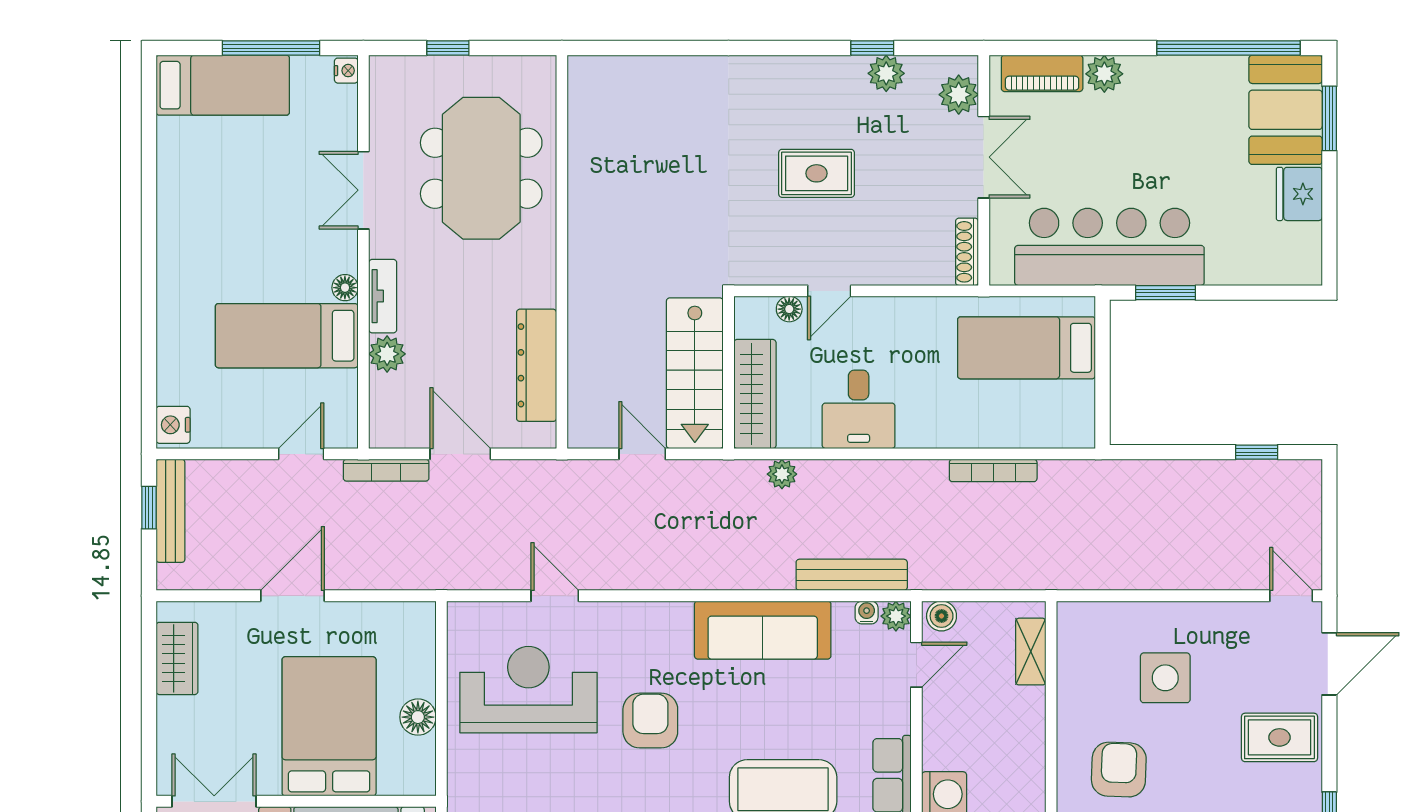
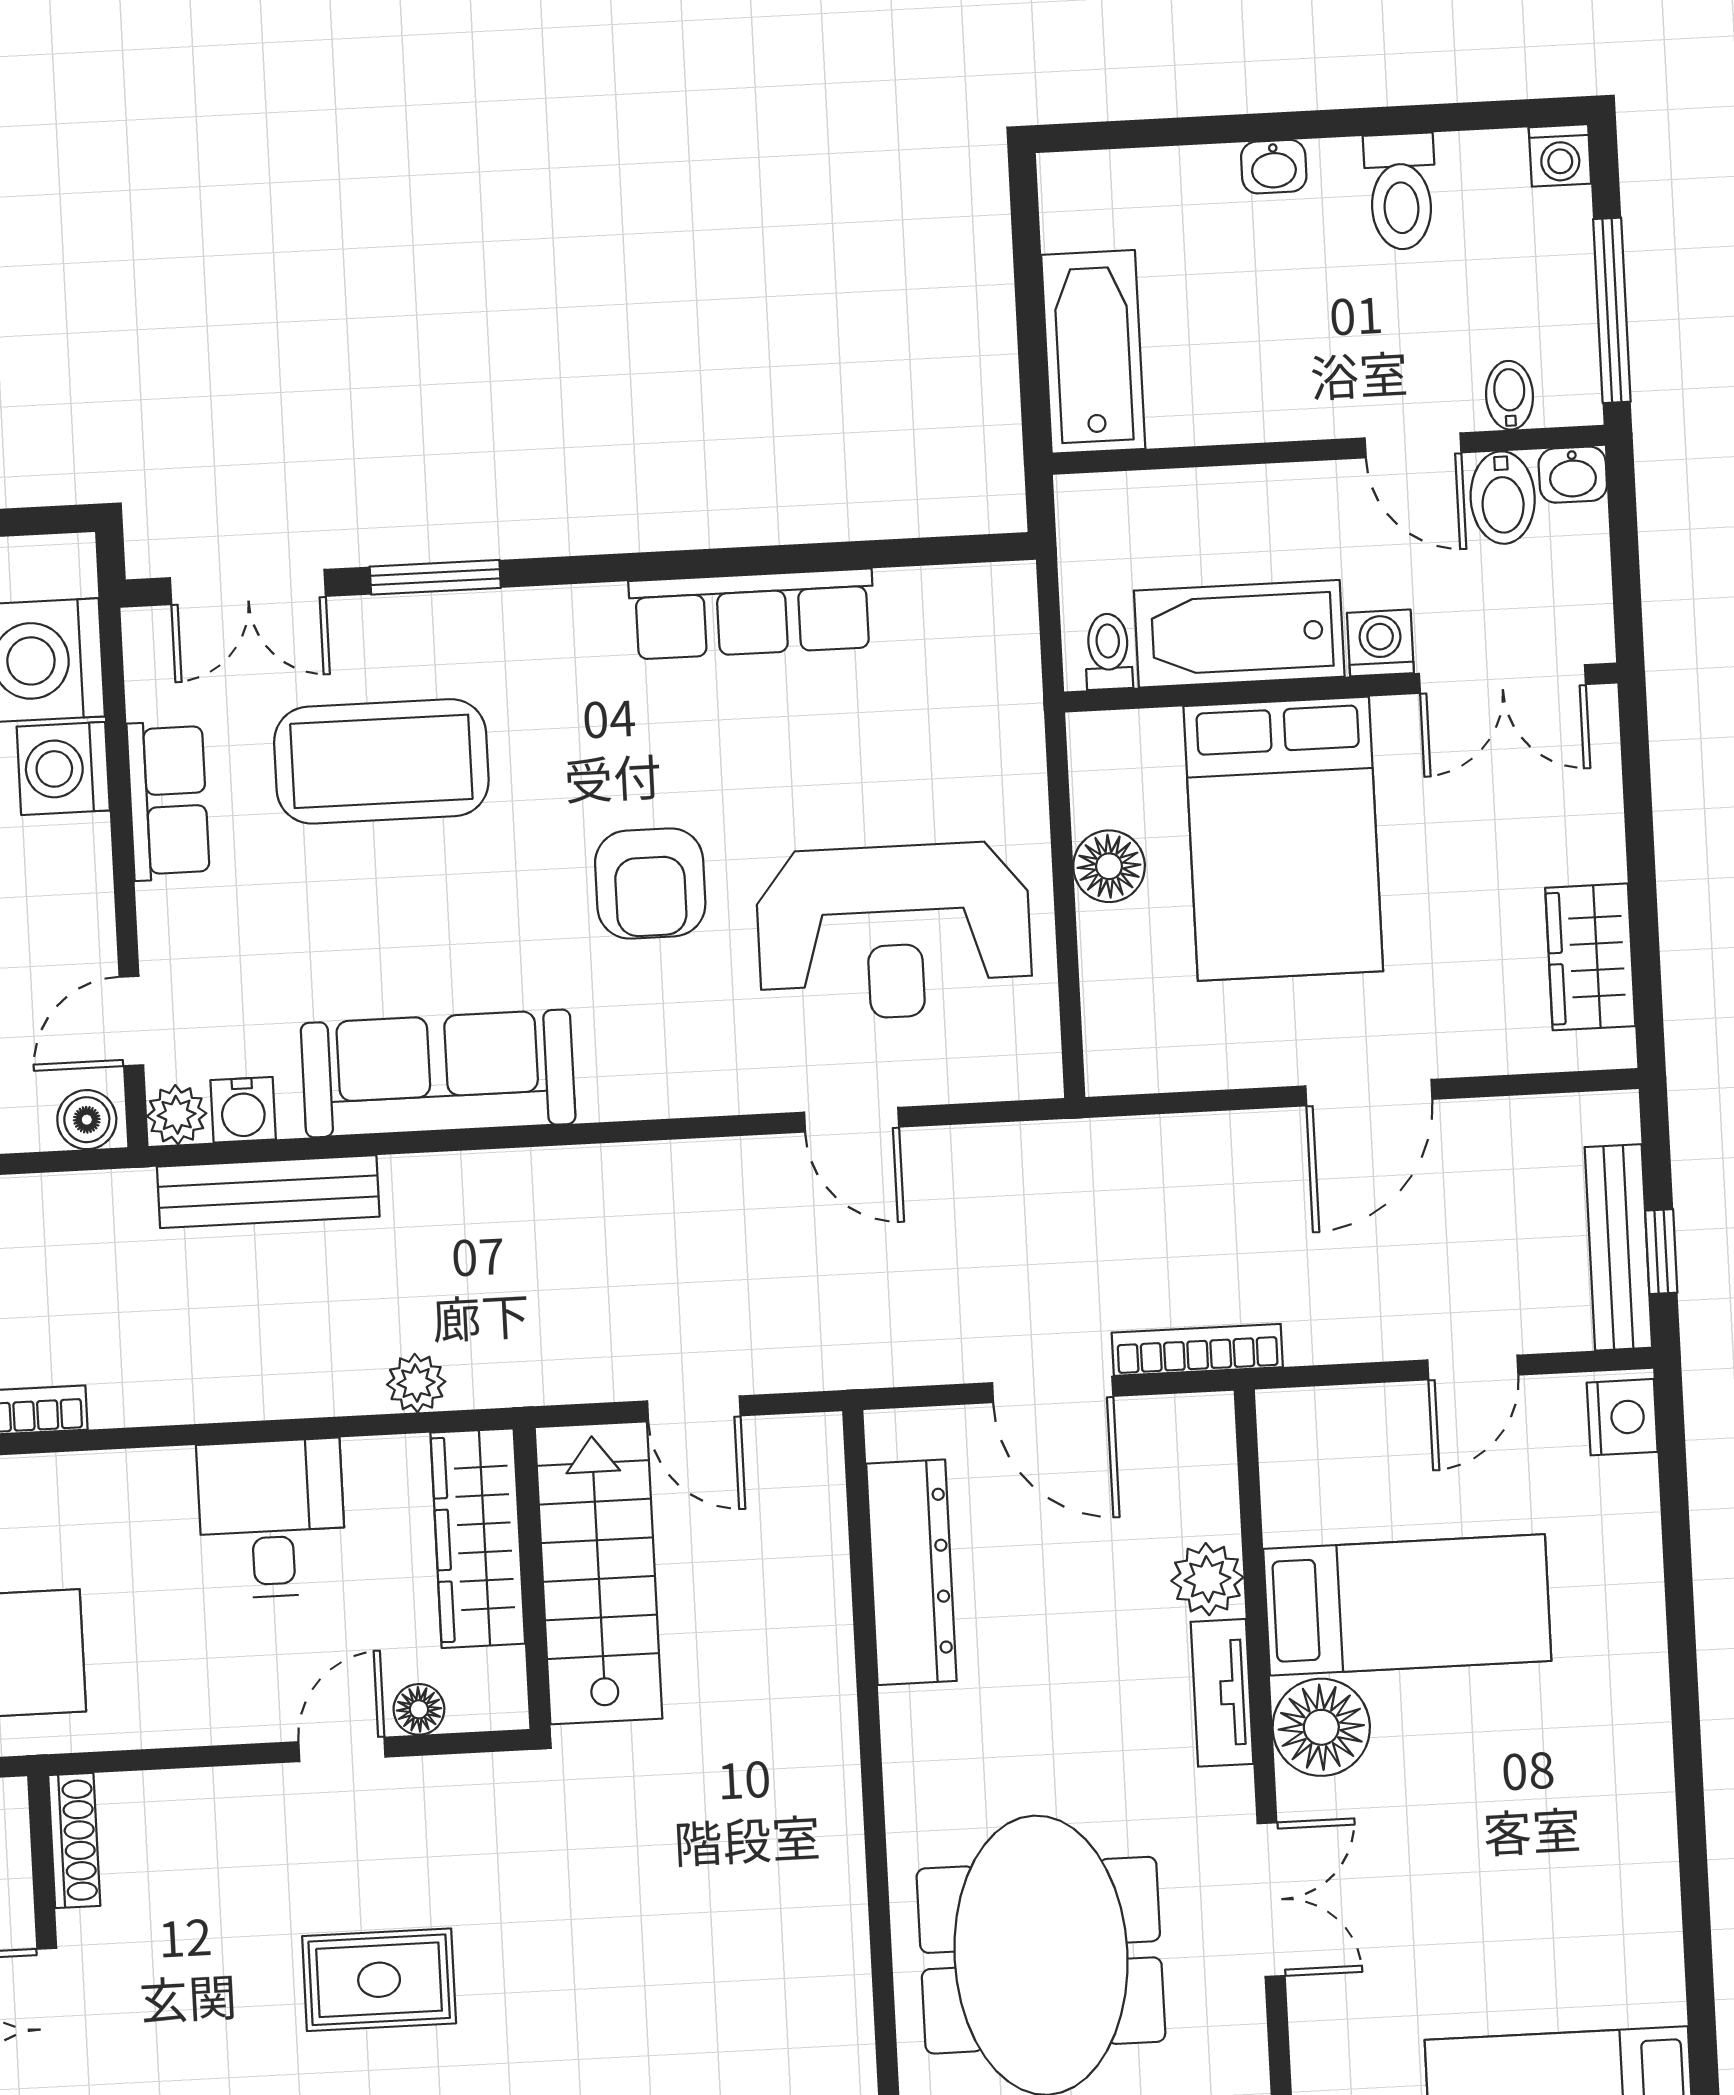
floor lamp: (345, 288) -> (1321, 1727), width x1.89, depth x1.89
door: (301, 454) -> (1473, 1368), moved
water cooler: (867, 612) -> (243, 1110), width x1.38, depth x1.38

